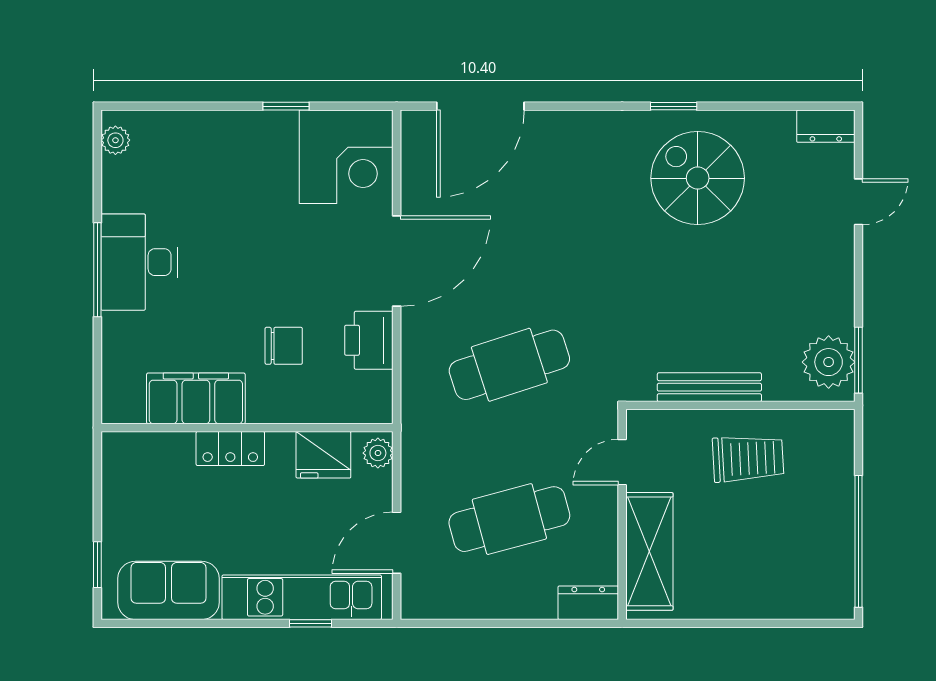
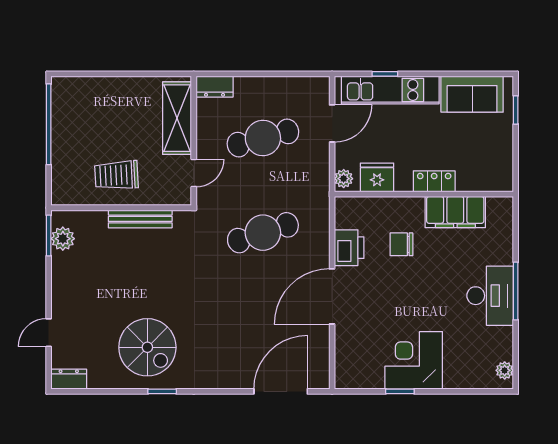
corner desk: (346, 157) -> (414, 360), moved
plant: (829, 362) -> (63, 239), width x0.73, depth x0.73

